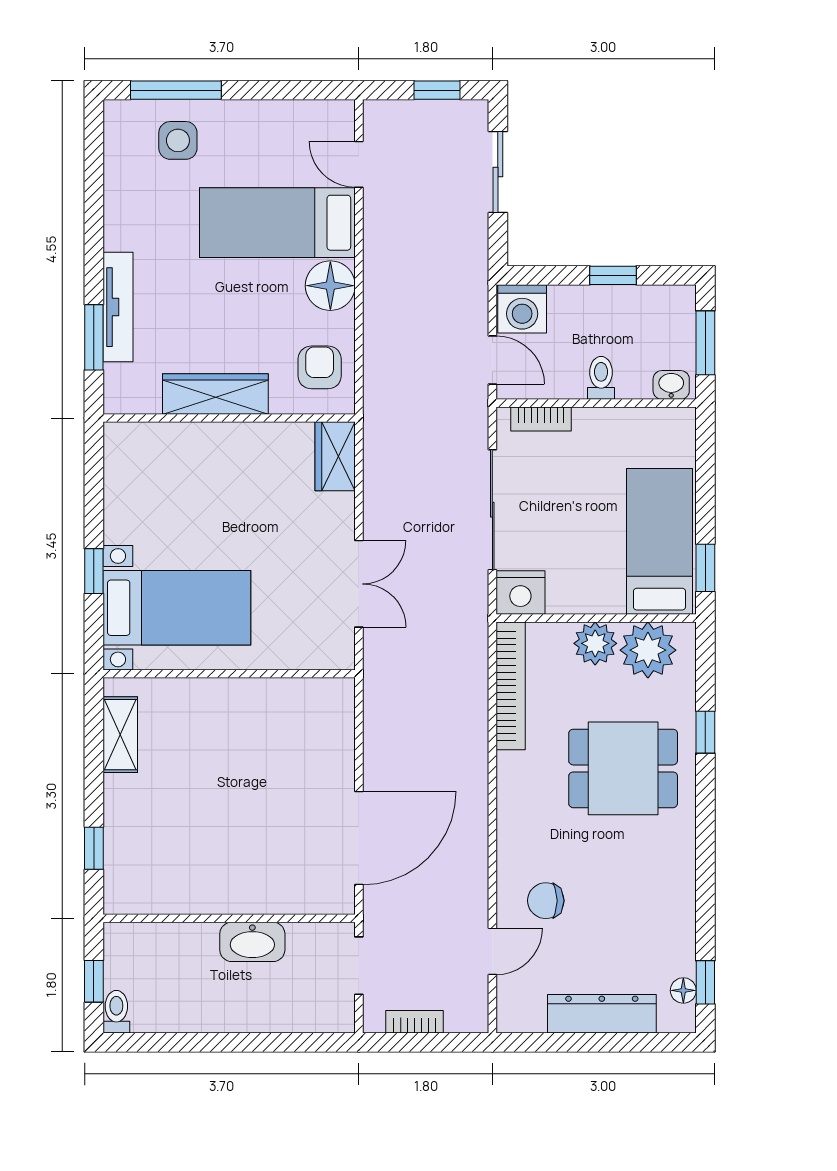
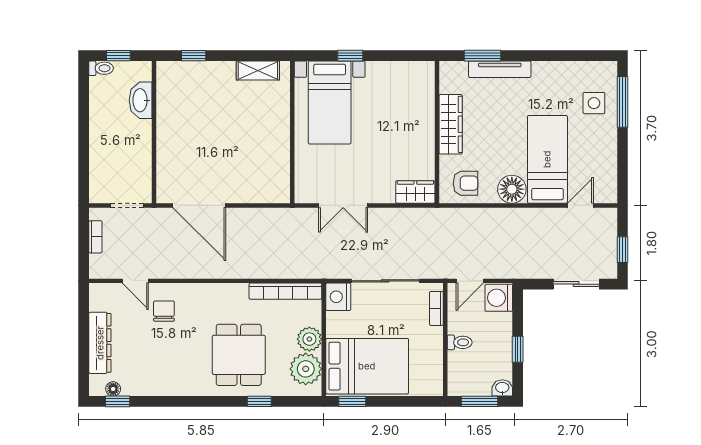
washbasin: (671, 385) -> (502, 388), moved, turned -90
bed: (659, 541) -> (367, 366), width x1.50
washbasin: (252, 942) -> (141, 100), moved

